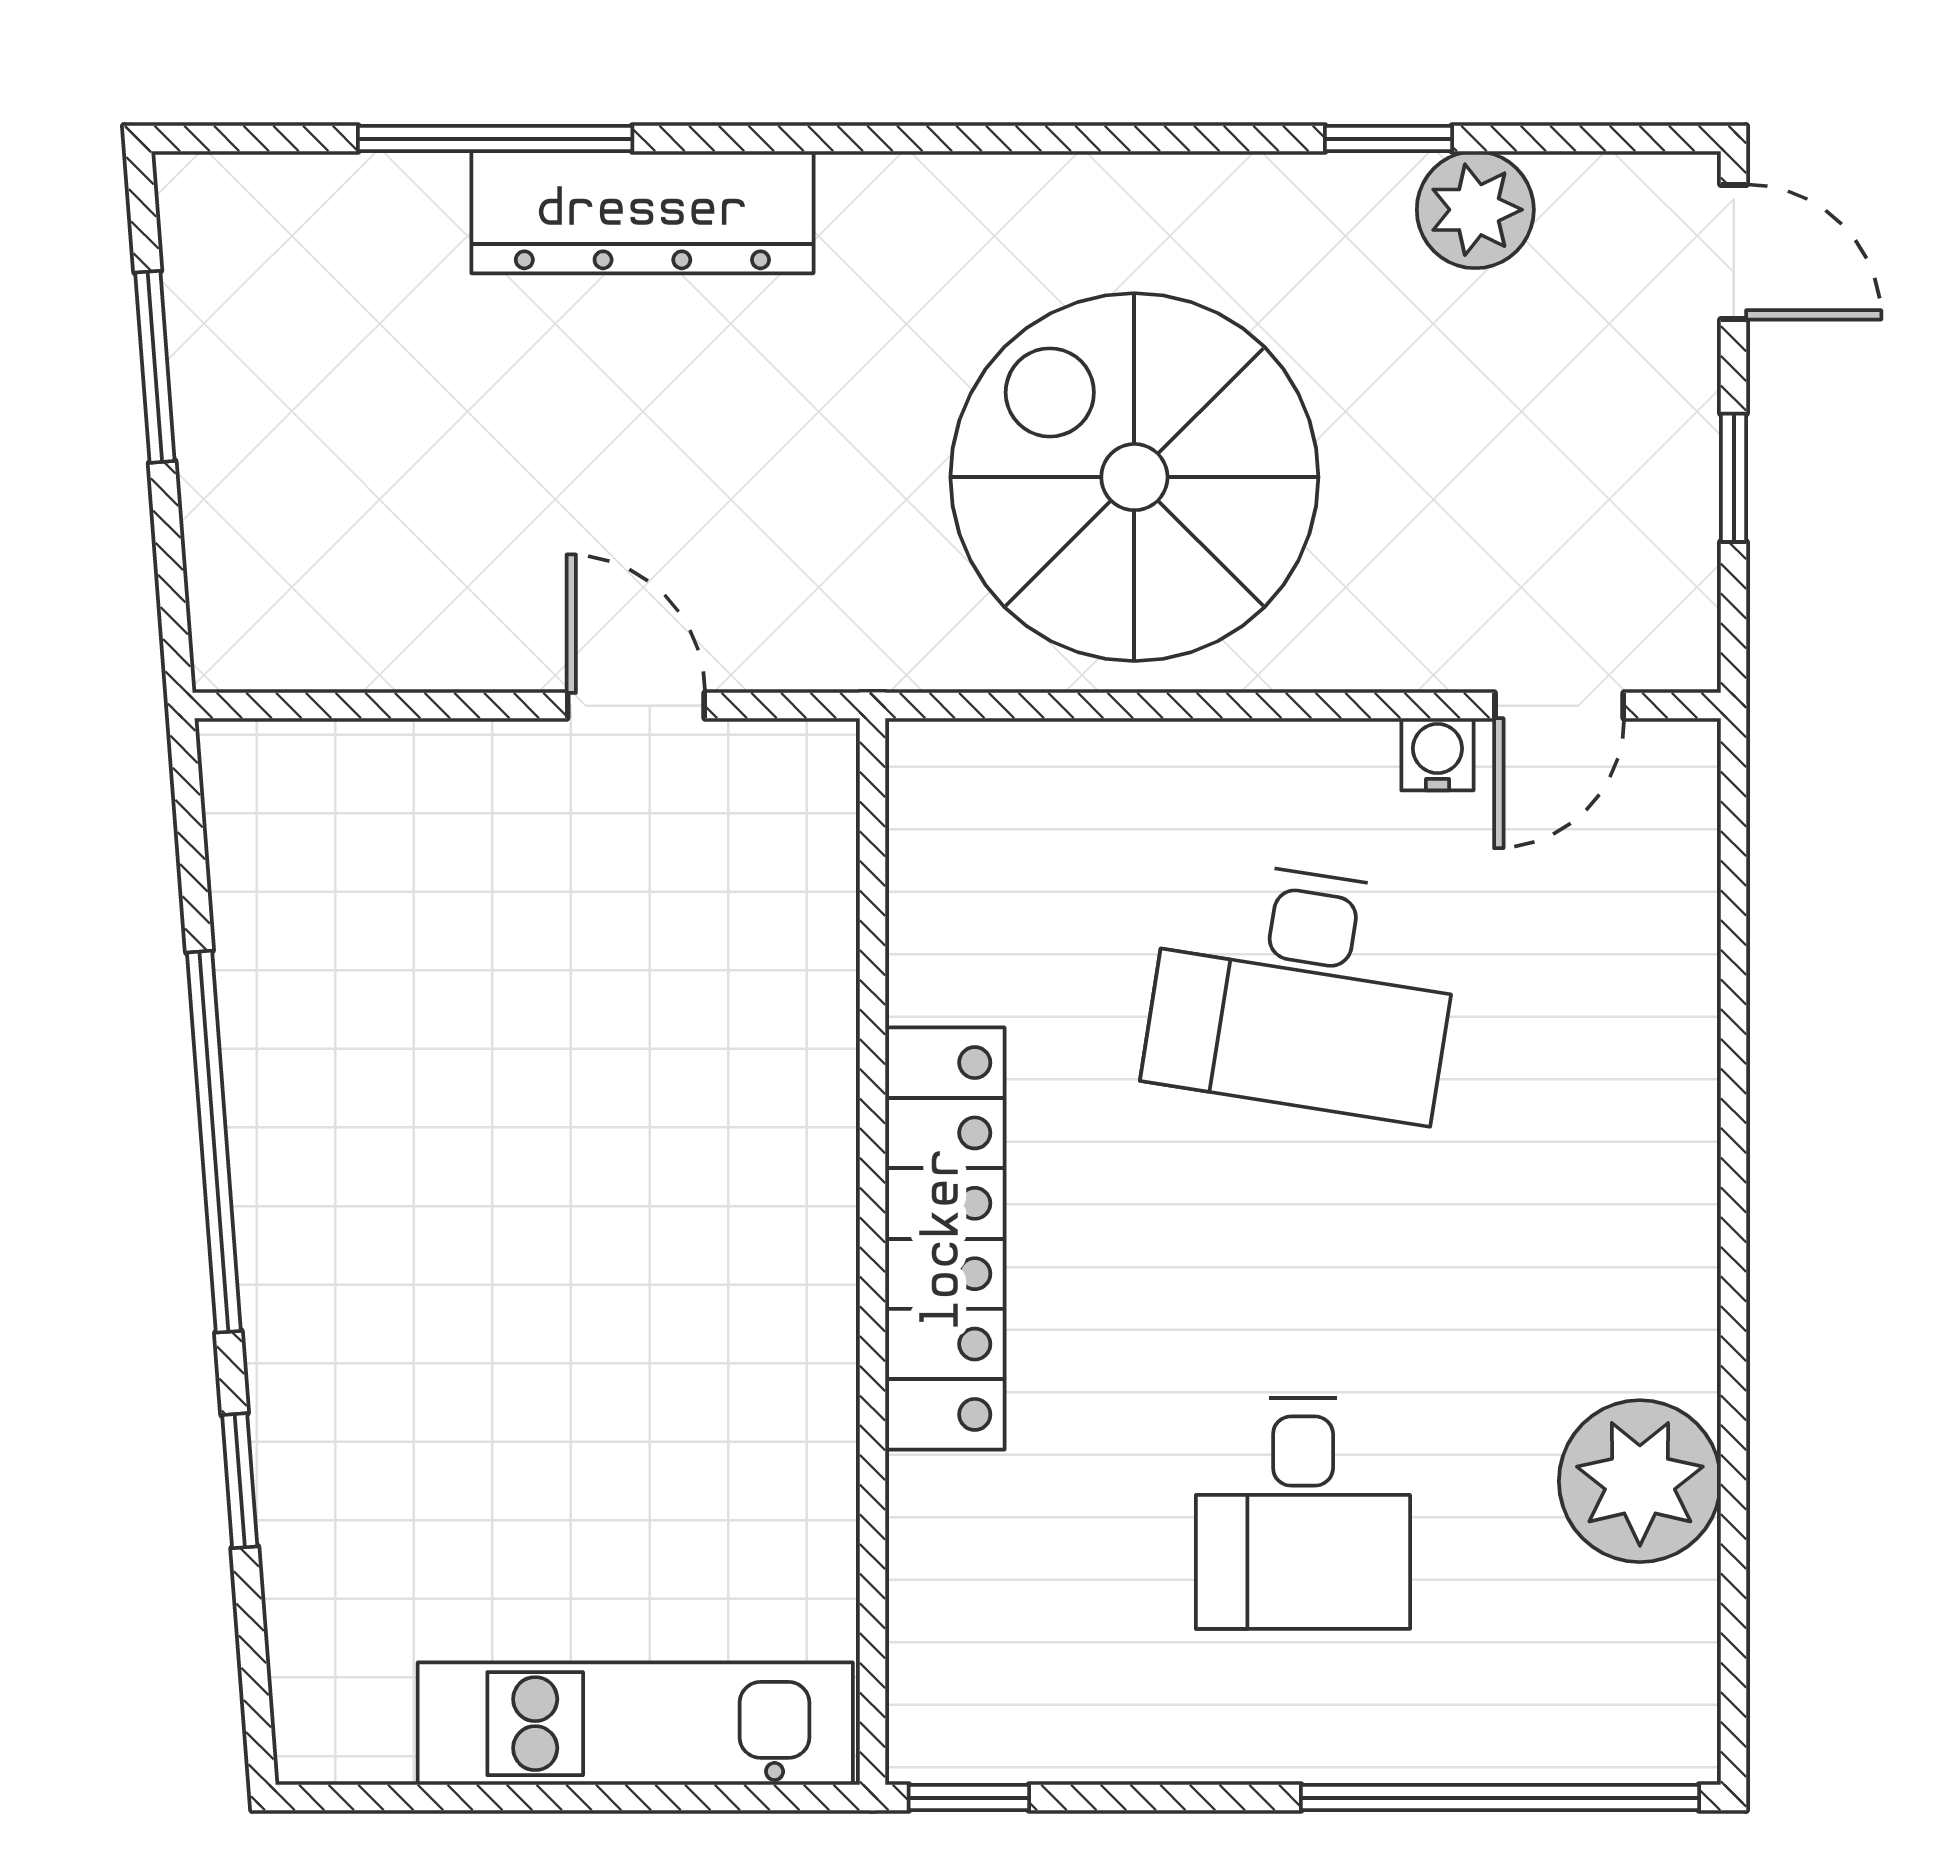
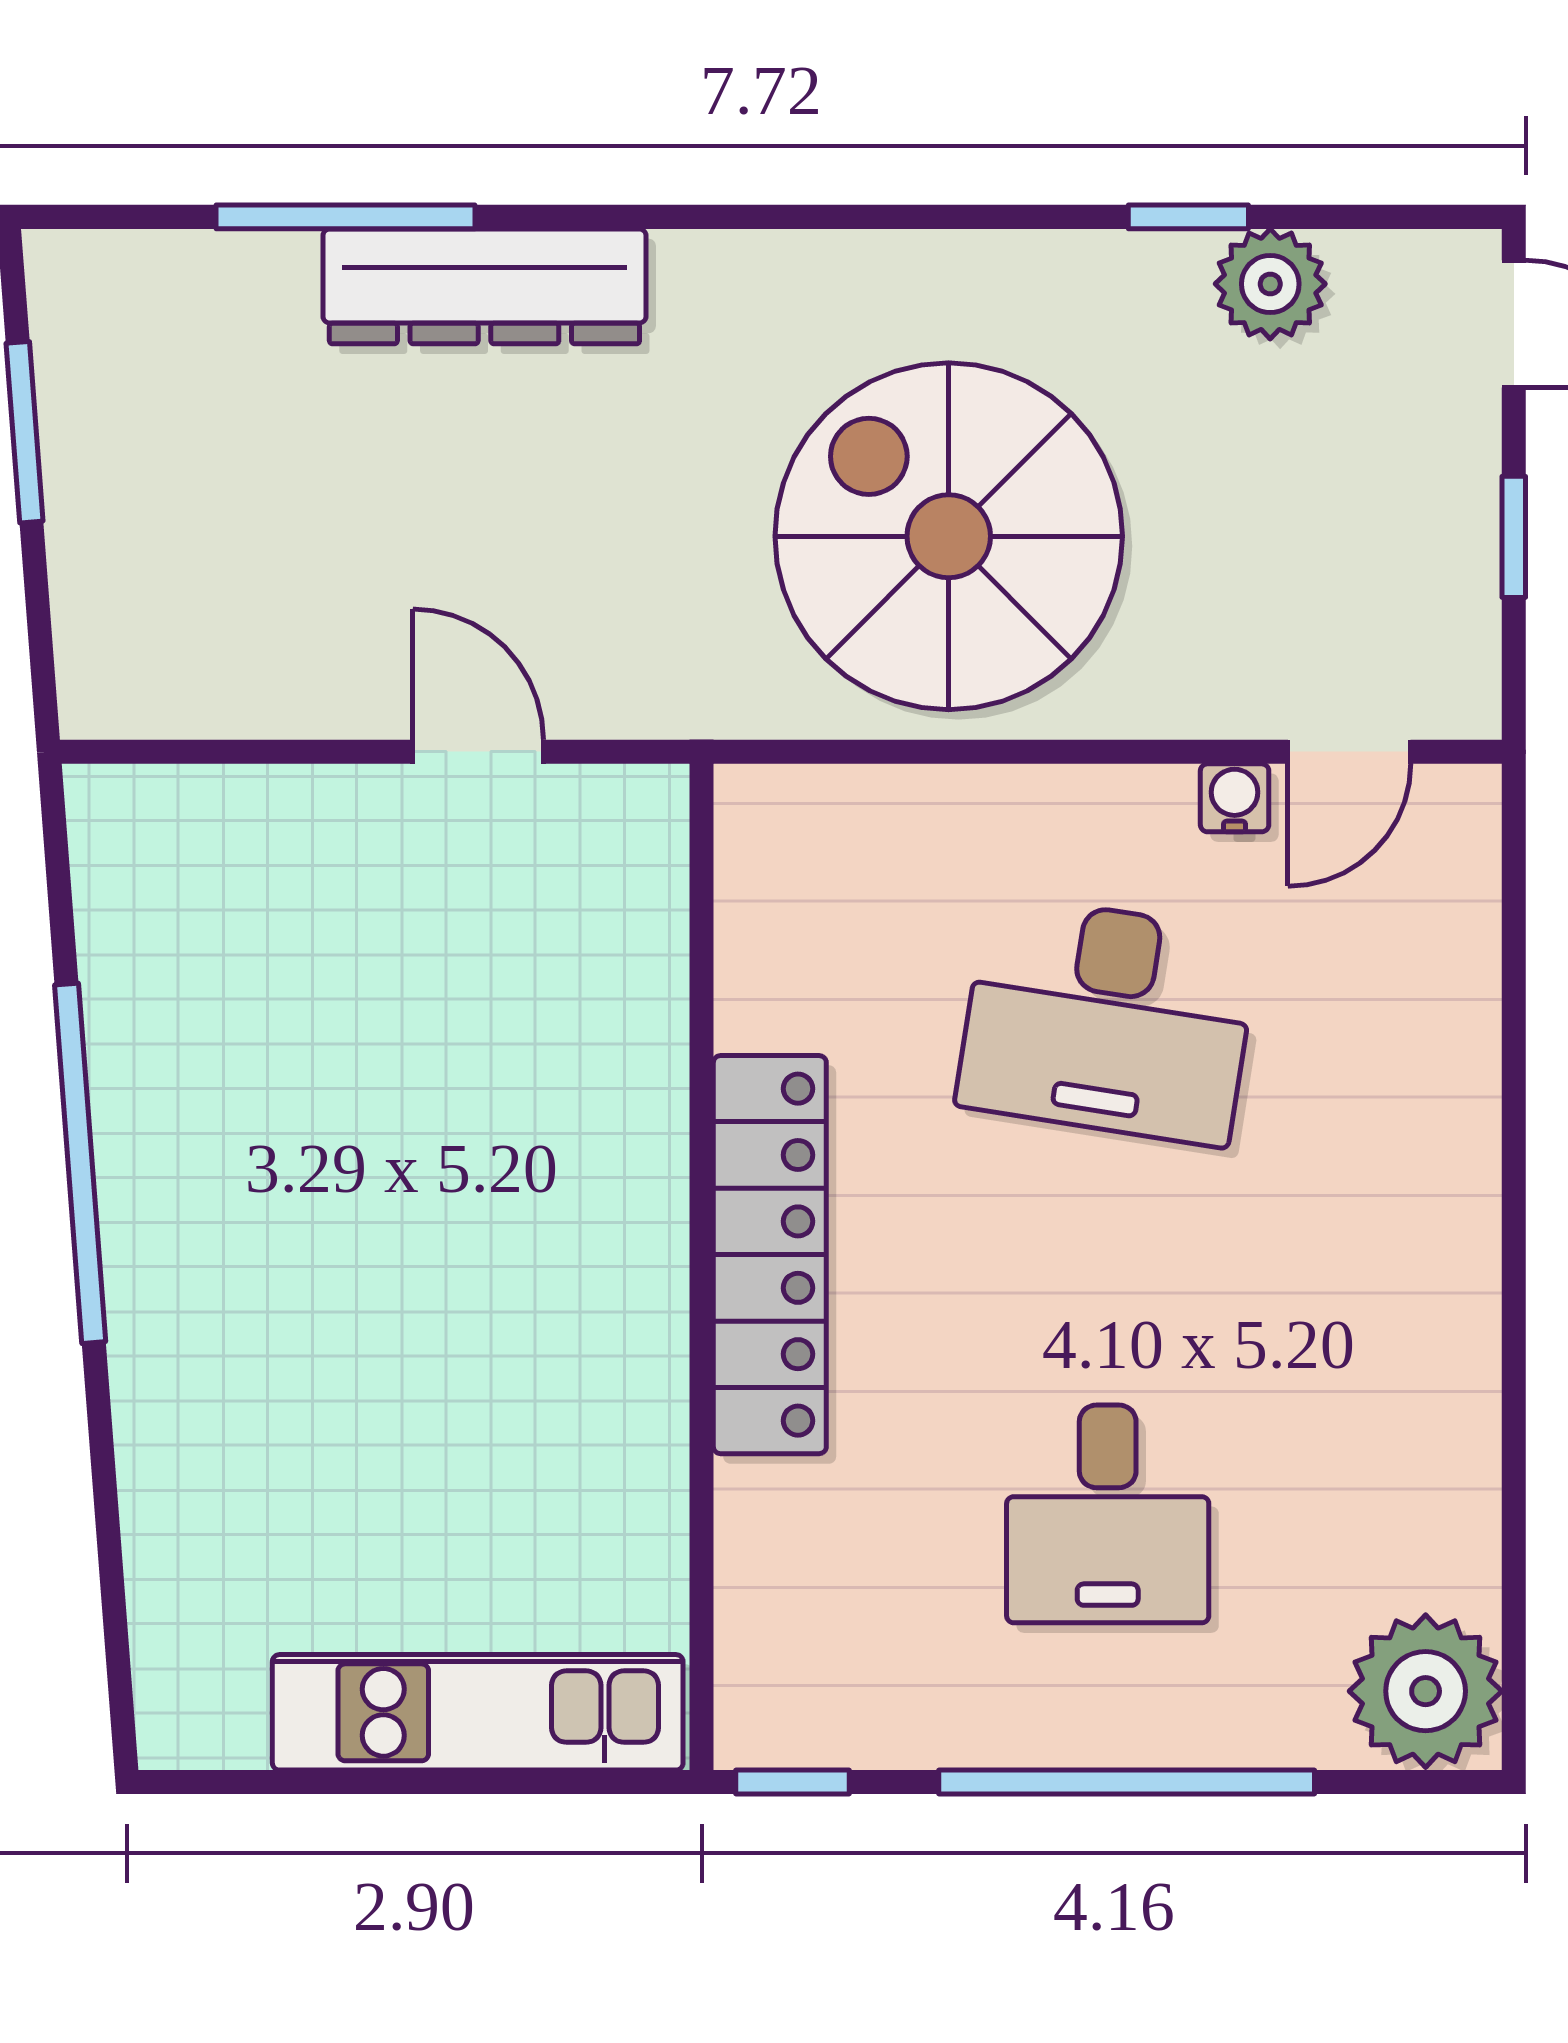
window: (240, 1481) -> (105, 1483), removed
plant: (1640, 1481) -> (1426, 1691), moved
window: (1500, 1798) -> (1127, 1782), moved

